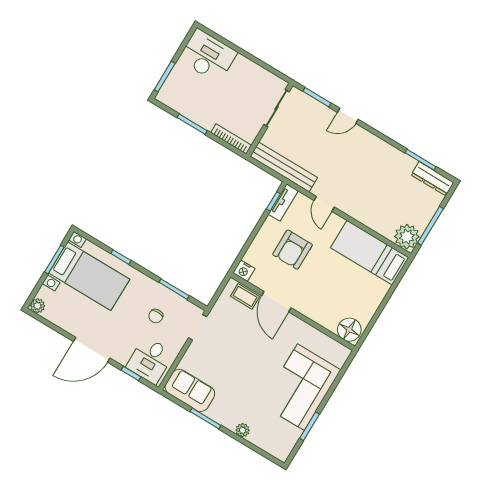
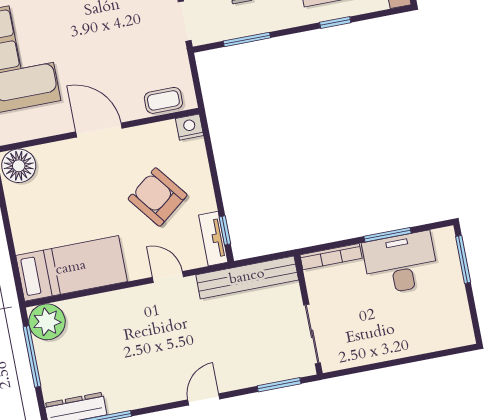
desk: (208, 56) -> (401, 263), moved, turned 180
door: (348, 116) -> (204, 399), moved
armchair: (293, 250) -> (158, 197), turned -38
door: (276, 302) -> (99, 130), moved

